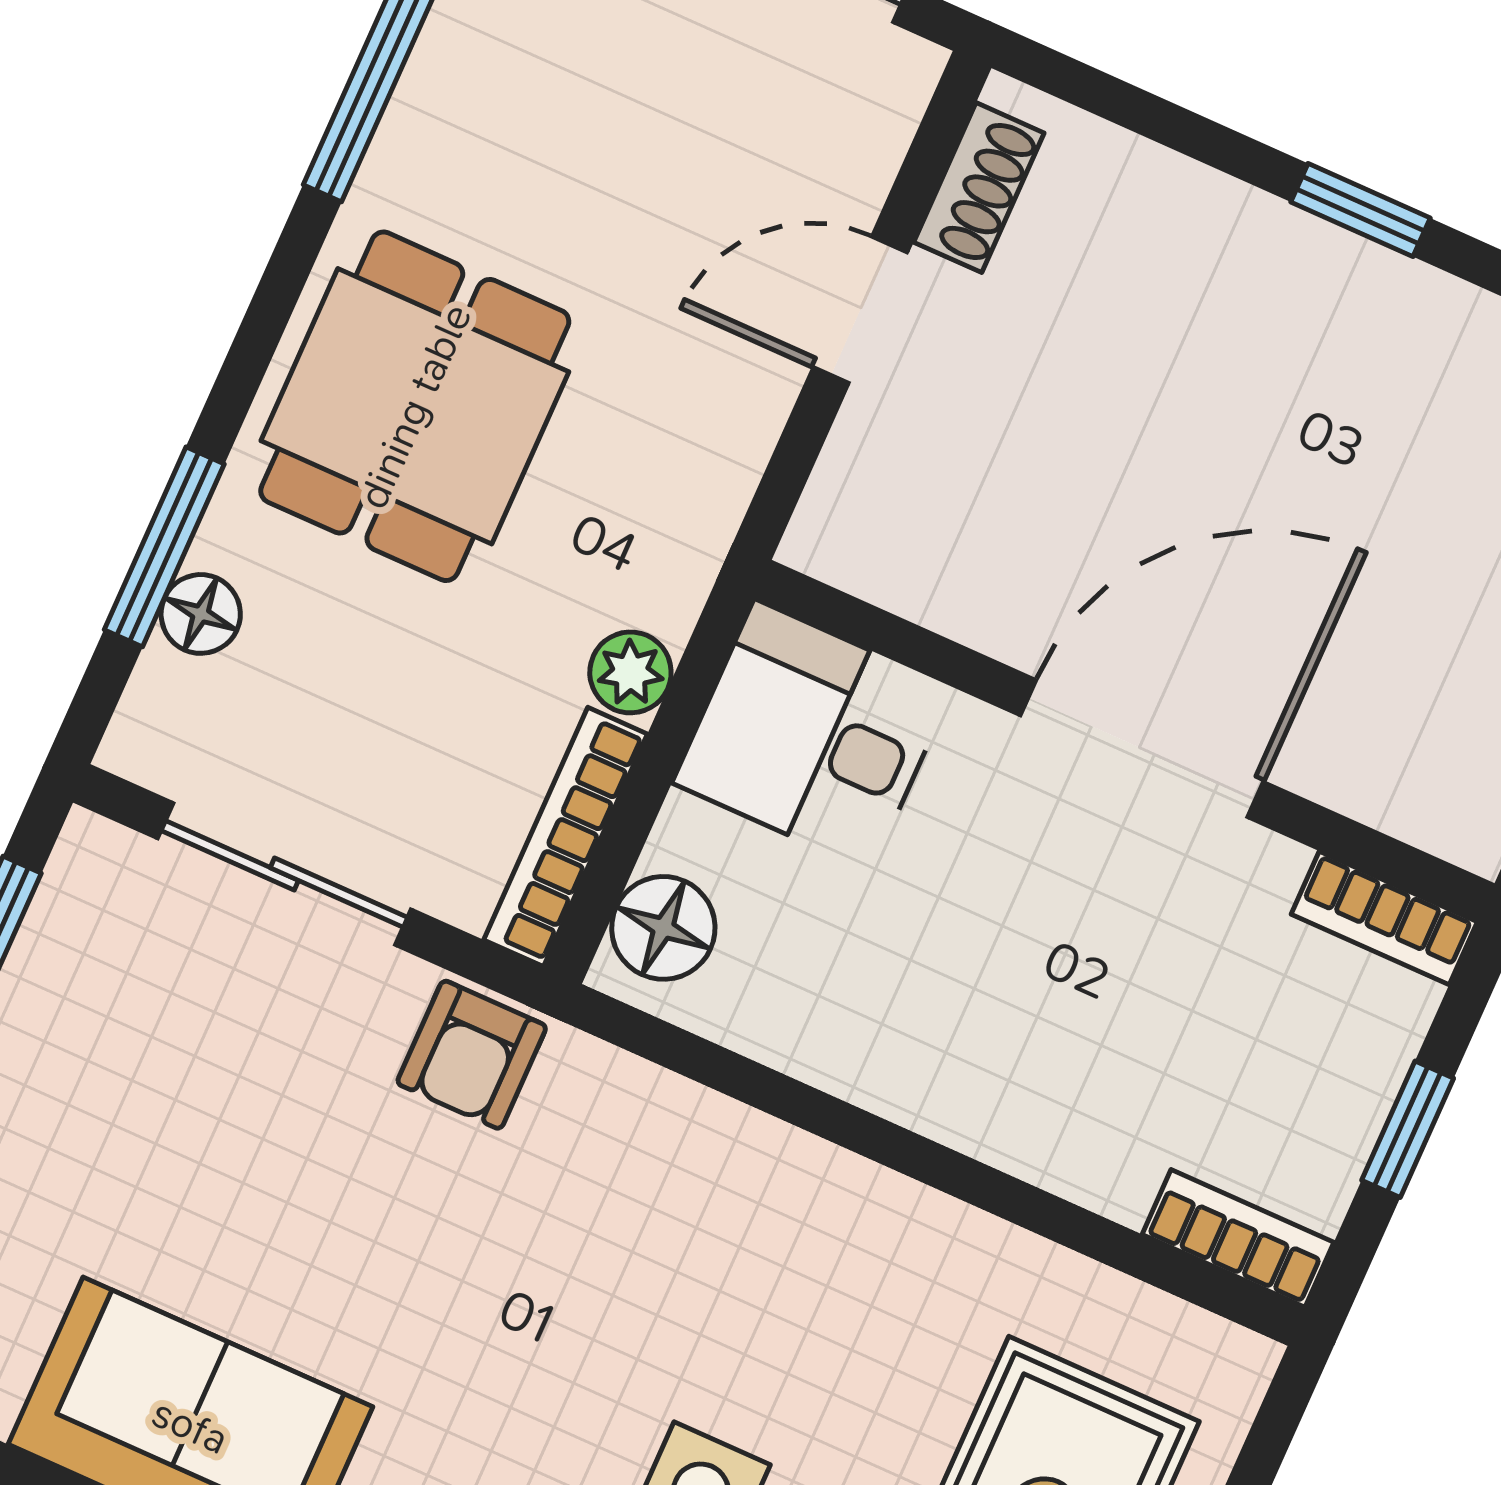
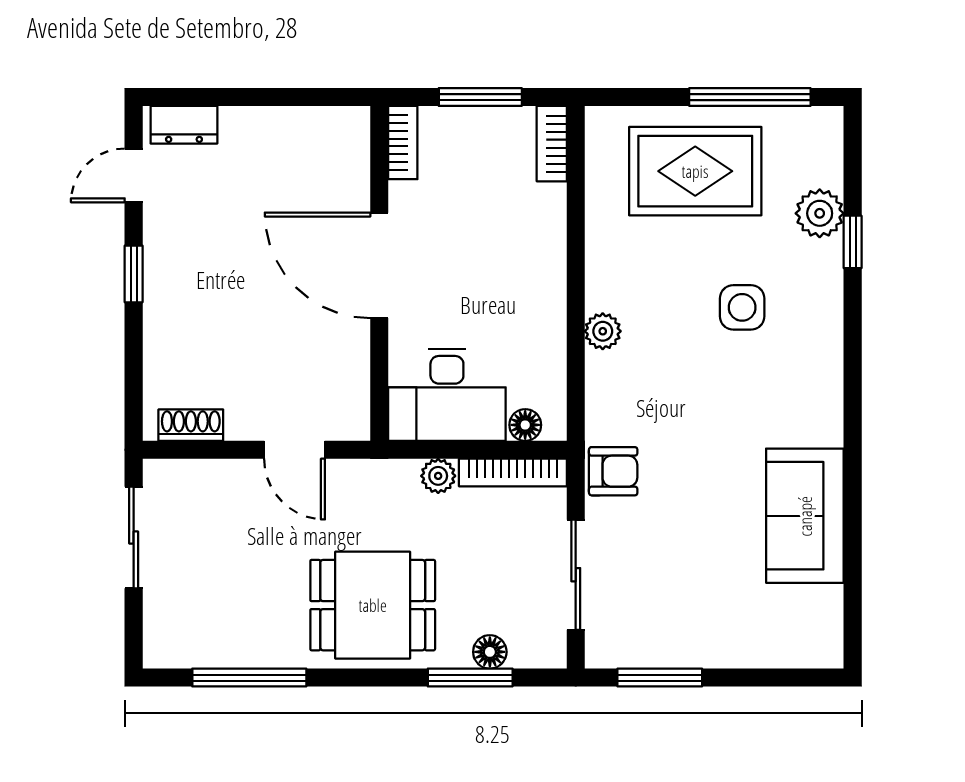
door: (860, 310) -> (295, 450), moved
desk: (813, 735) -> (447, 395), width x1.37
floor lamp: (663, 928) -> (525, 425), width x0.73, depth x0.73
window: (1408, 1129) -> (480, 97), width x1.50
plant: (784, 1167) -> (603, 331), added

